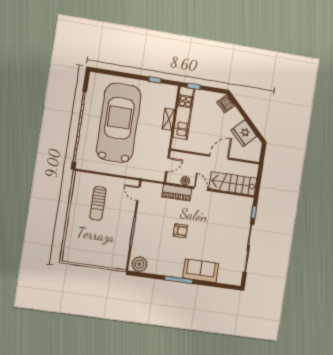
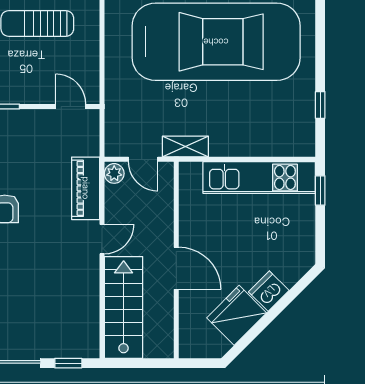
dishwasher: (226, 104) -> (269, 291), moved
shelving: (168, 119) -> (185, 147), moved
plant: (185, 181) -> (114, 173), moved
door: (138, 194) -> (71, 106), hinge flipped

